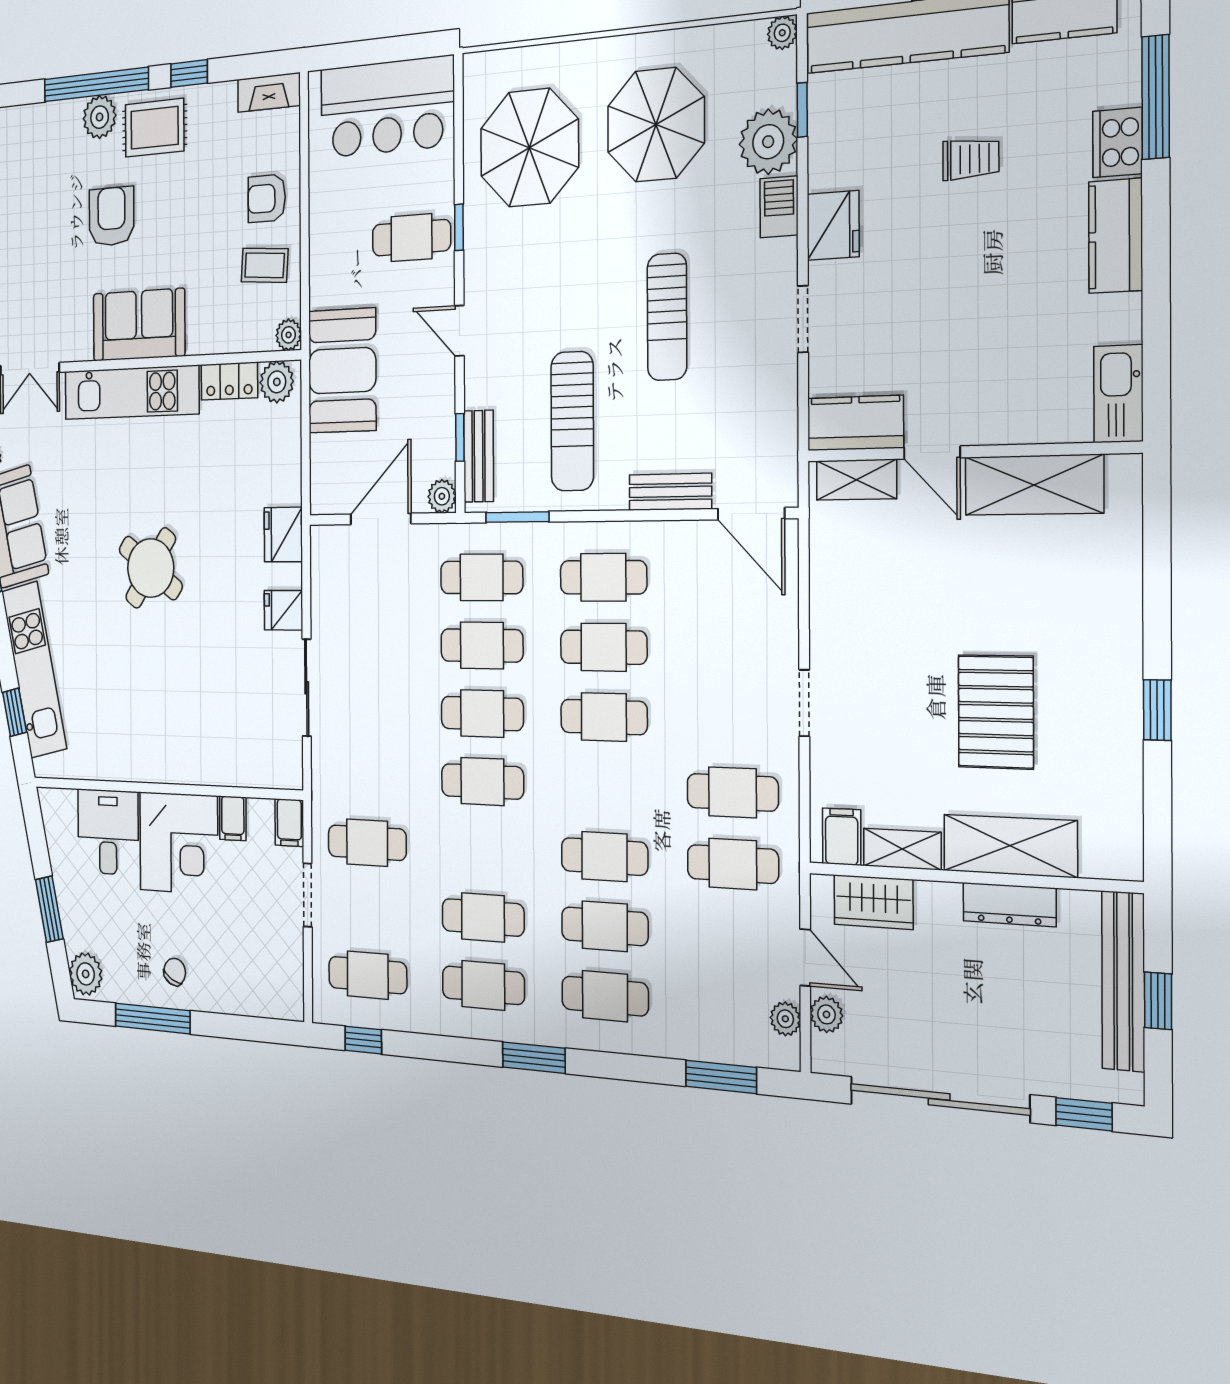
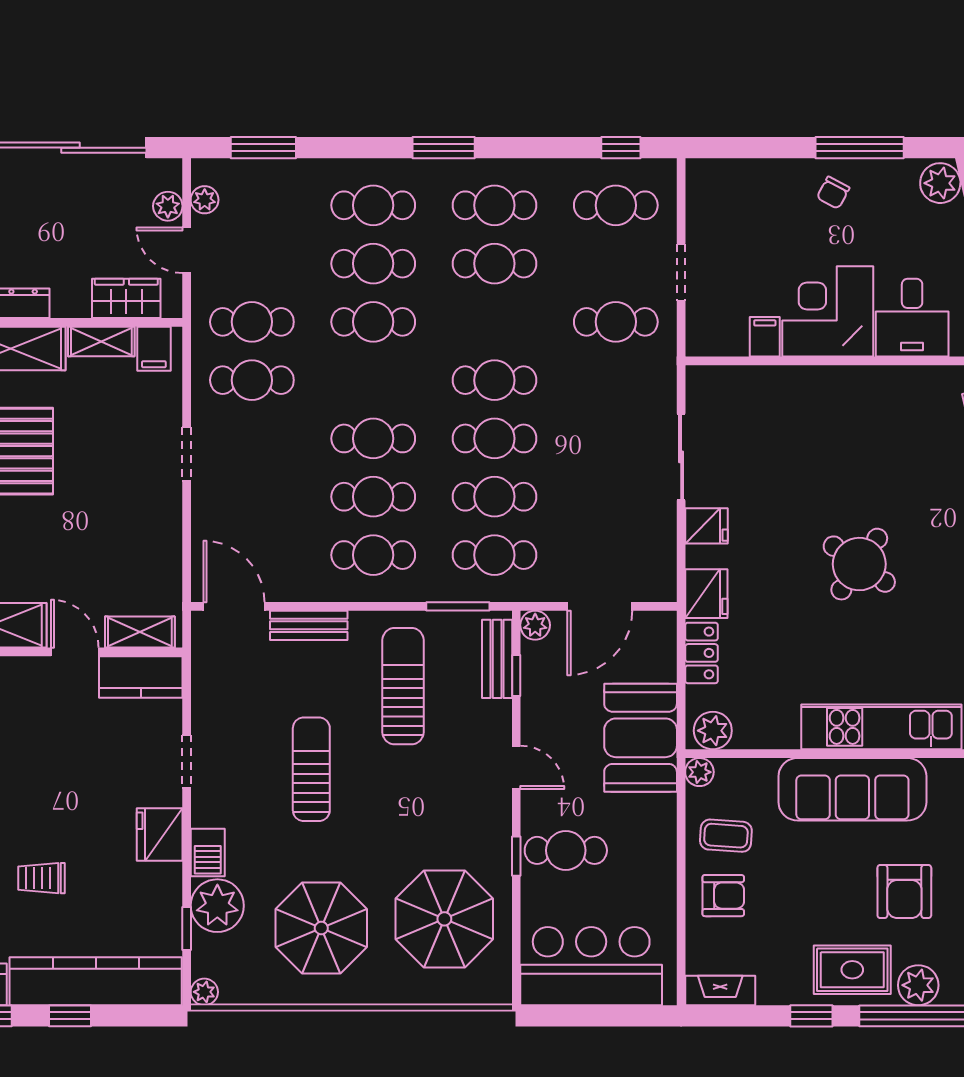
sofa: (139, 325) -> (852, 789), width x1.36
locker: (229, 381) -> (701, 653), moved, turned 90
filing cabinet: (289, 823) -> (701, 336), removed

